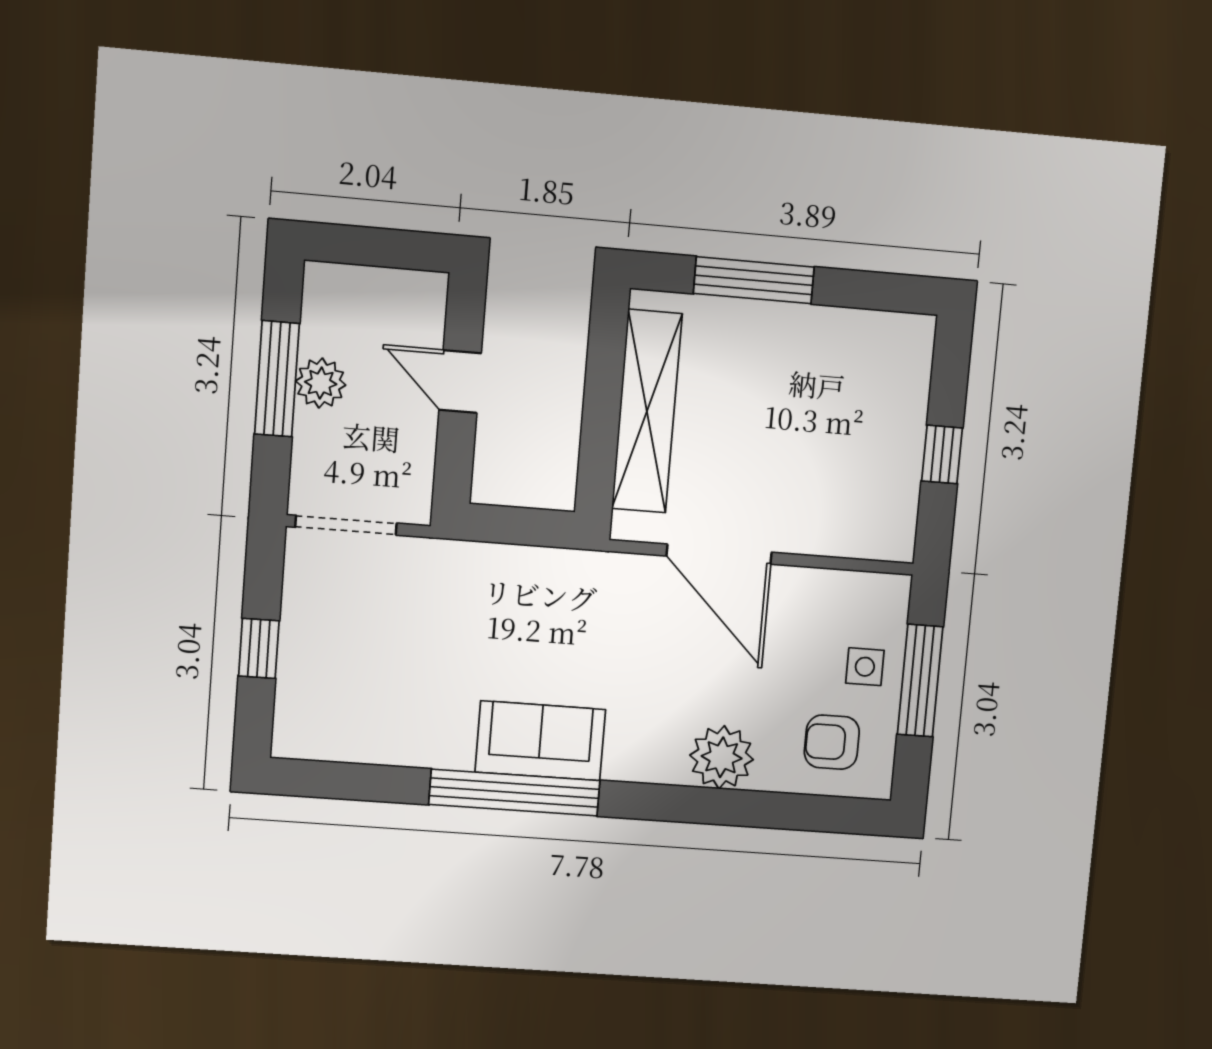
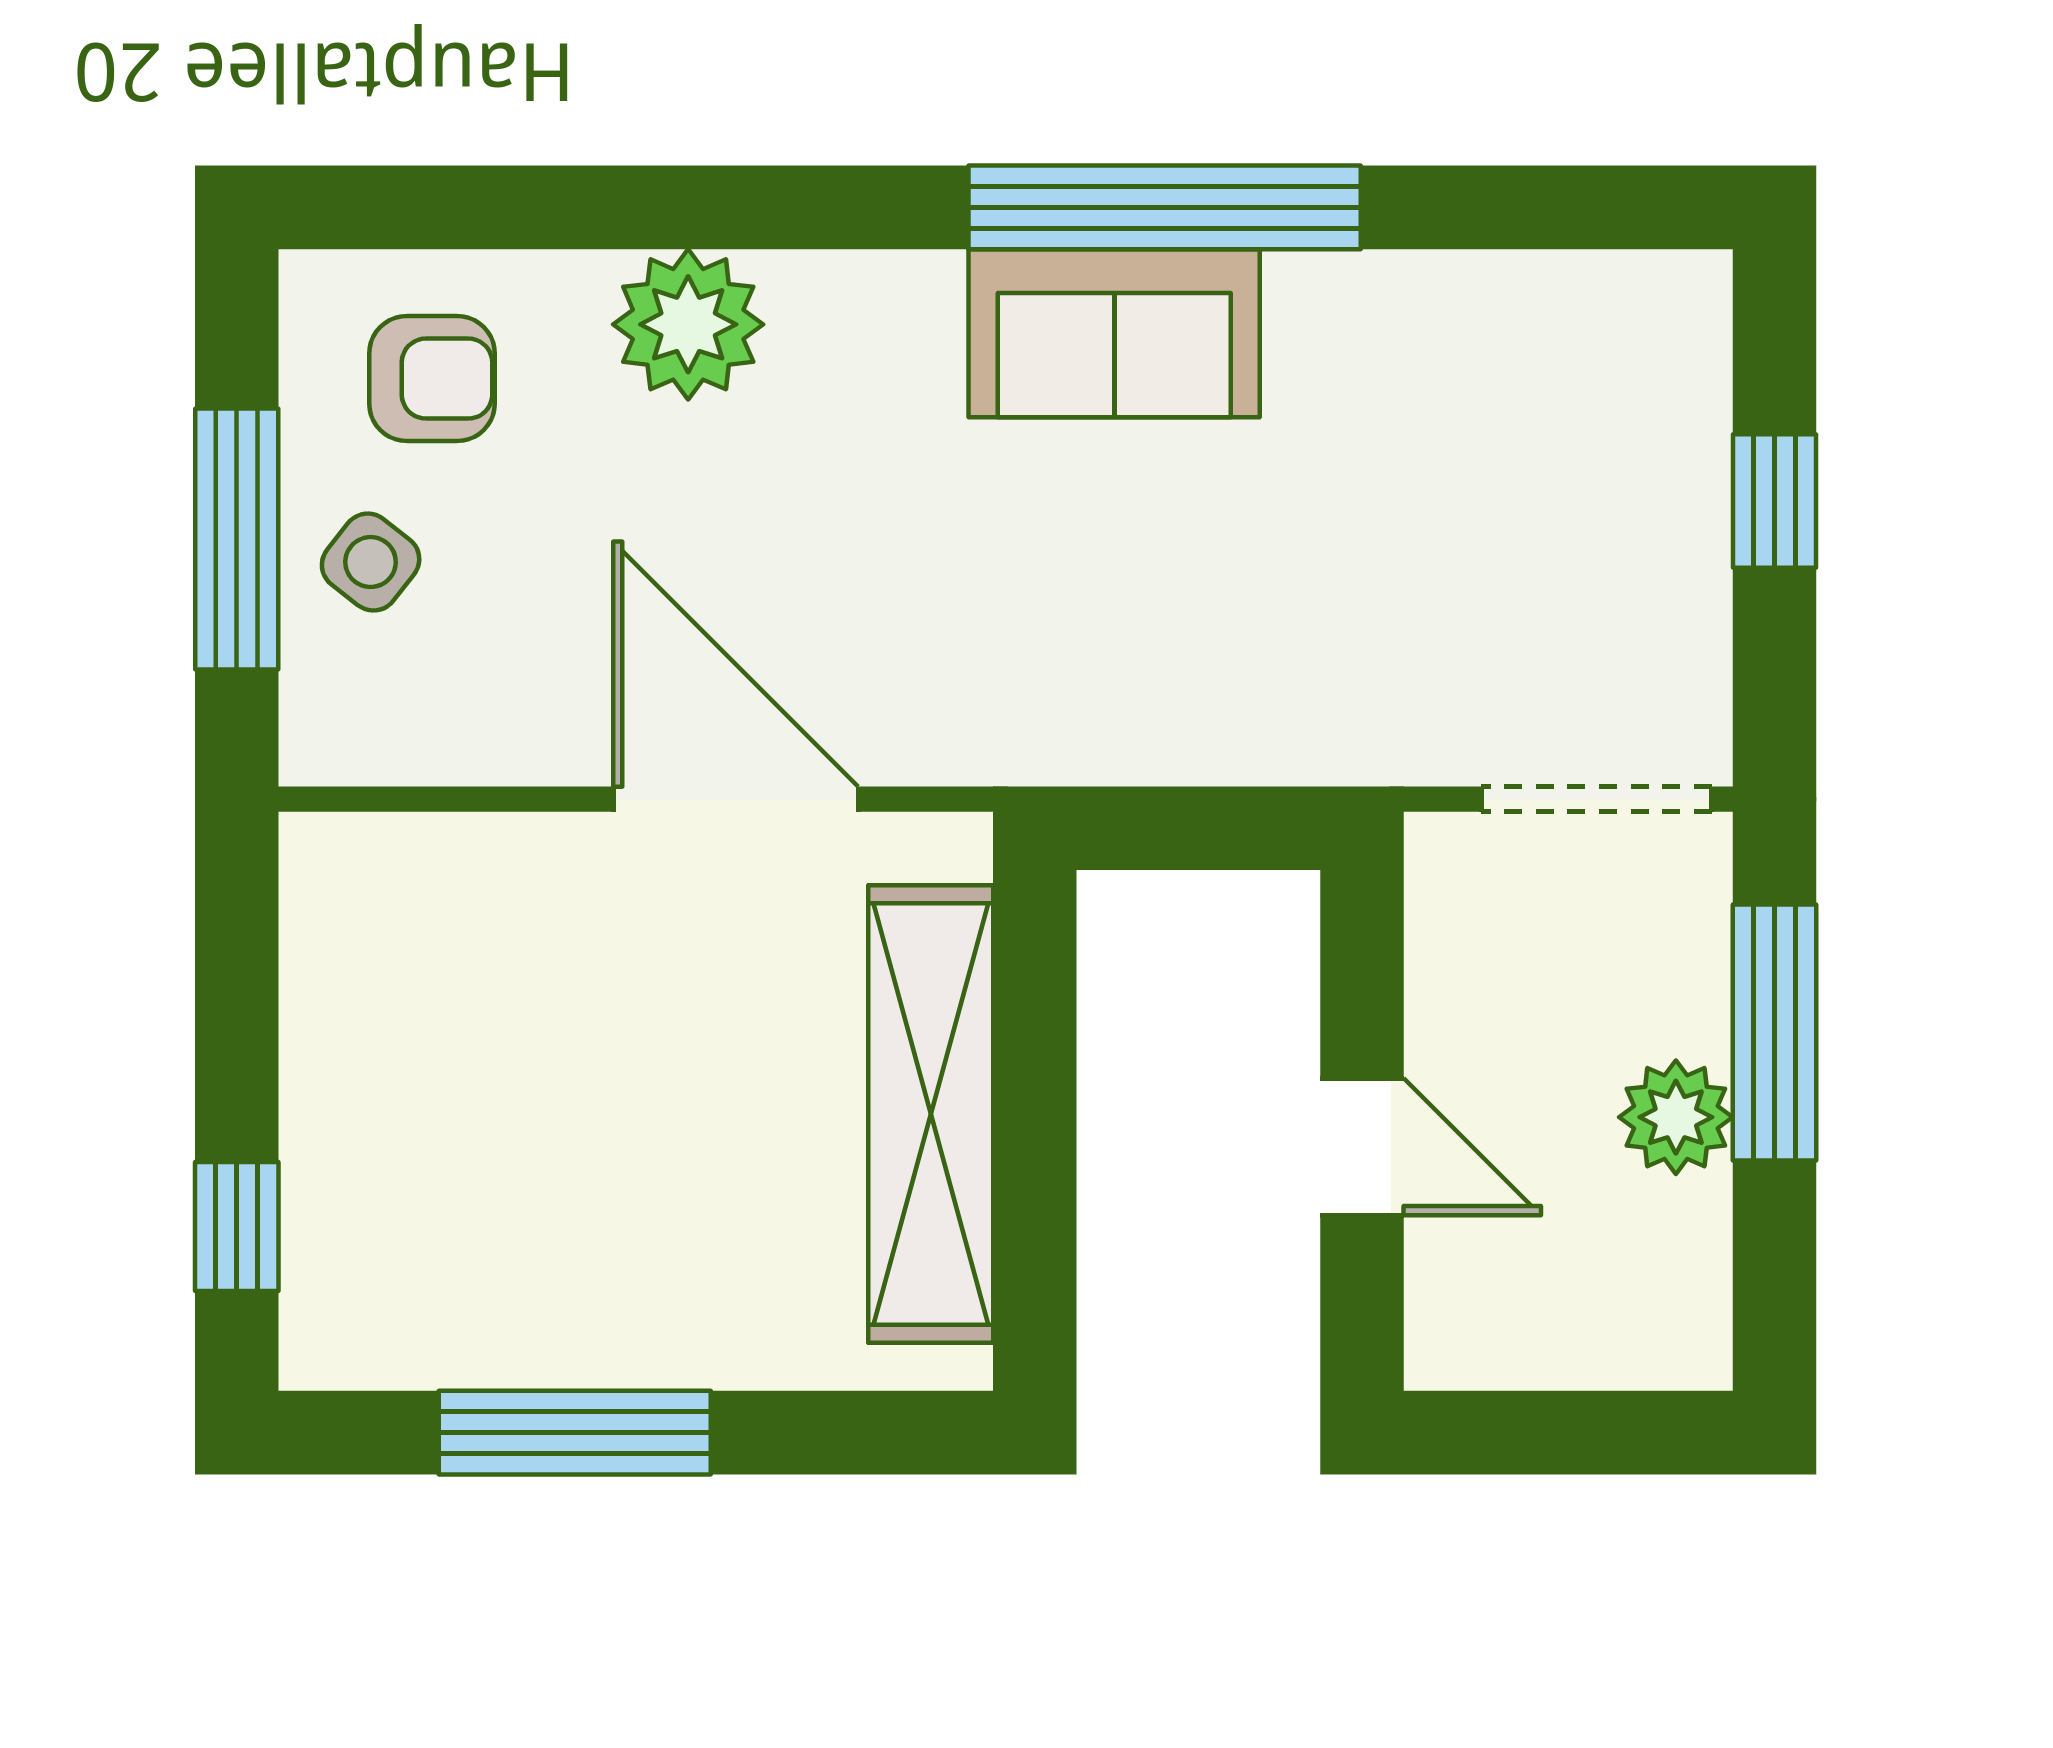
window: (754, 280) -> (575, 1433), moved
window: (277, 379) -> (1775, 1033), moved
window: (942, 454) -> (237, 1226), moved
side table: (865, 667) -> (371, 562), turned 38

